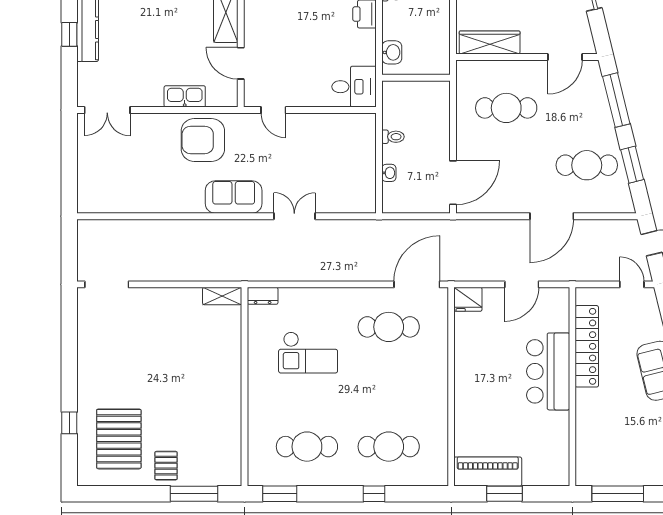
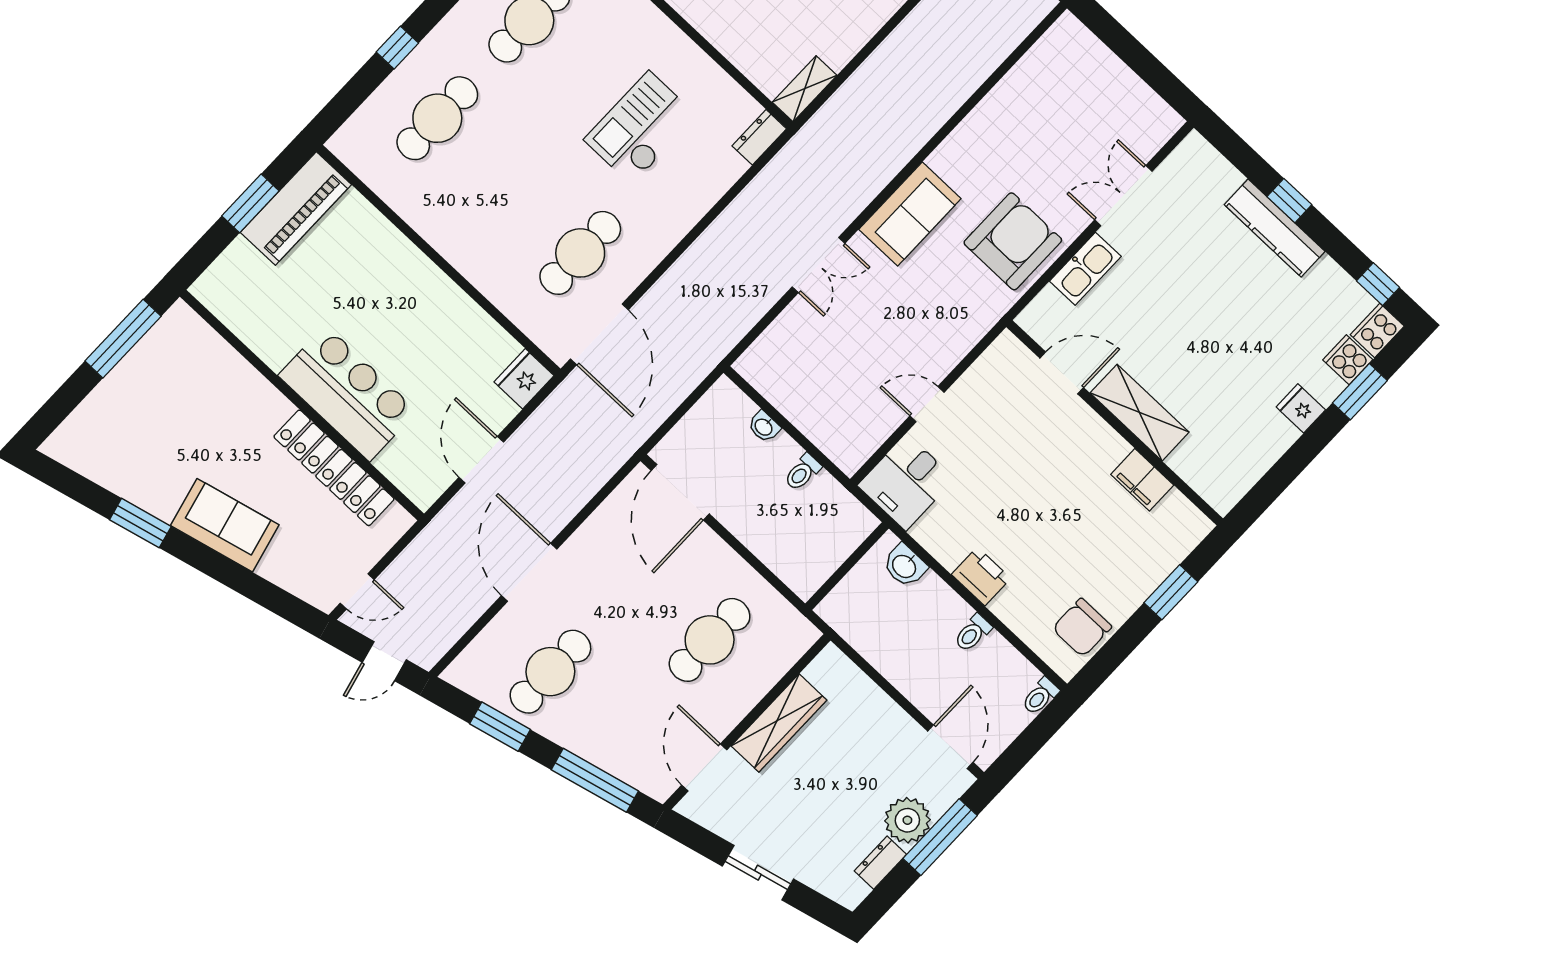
wardrobe: (490, 42) -> (779, 723), moved
double door: (107, 110) -> (1123, 196), moved
door: (273, 110) -> (927, 404), moved

